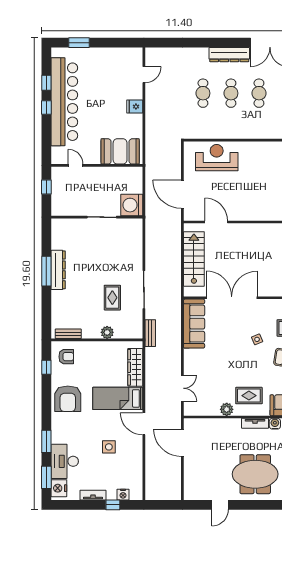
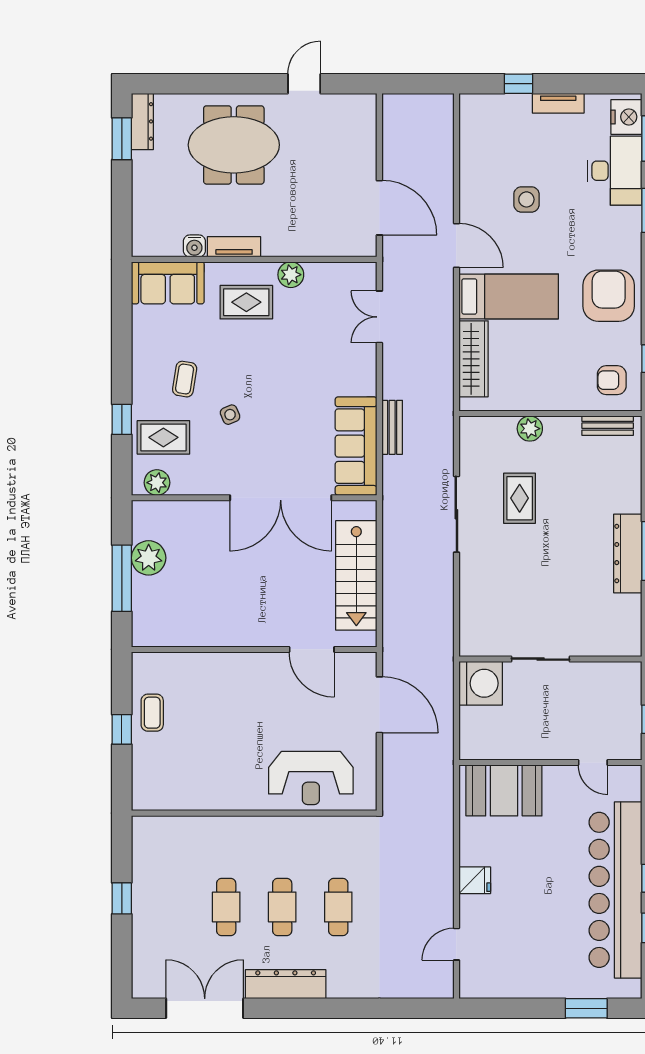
bench: (150, 333) -> (392, 427), moved
nightstand: (123, 495) -> (498, 104), removed

